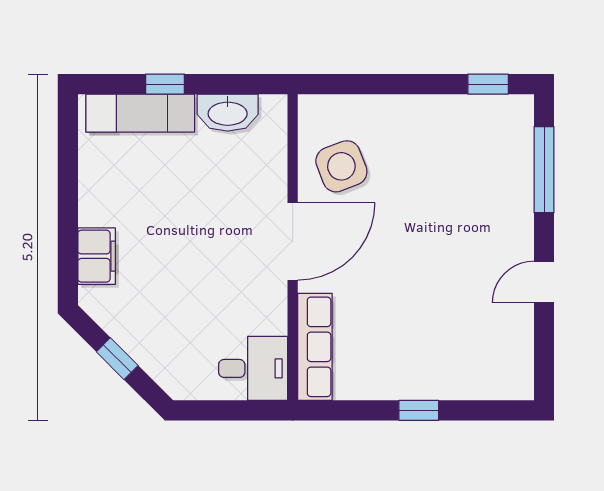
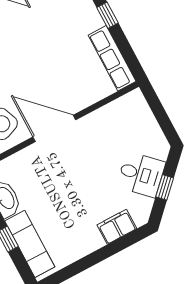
row of seats: (315, 347) -> (112, 58), moved, turned -90
desk: (253, 368) -> (141, 174), moved, turned 135

